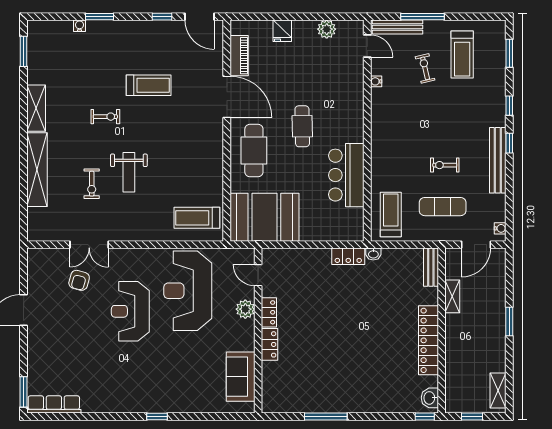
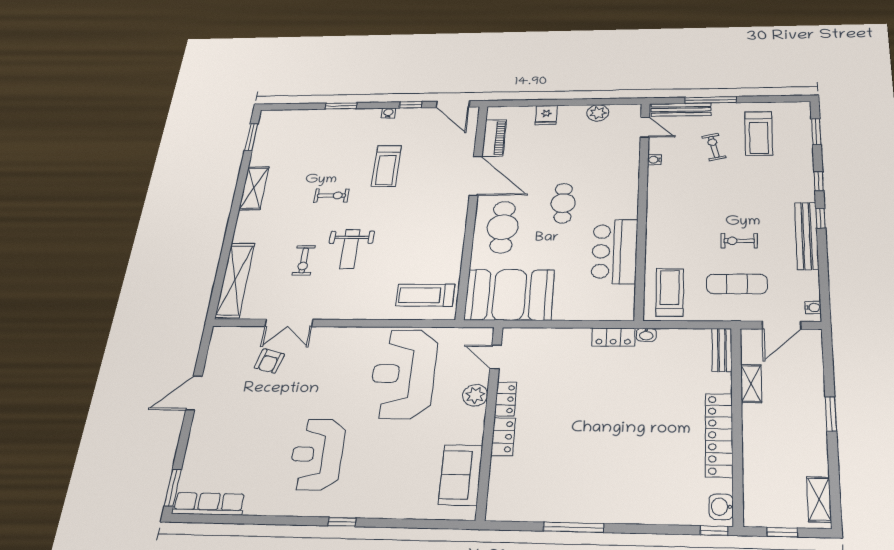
water cooler: (79, 26) -> (388, 113), moved
treadmill: (149, 85) -> (386, 166), turned 90
shelving: (37, 170) -> (235, 280), moved
reception desk: (130, 311) -> (317, 454), moved

